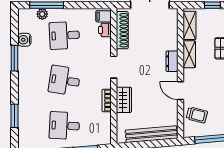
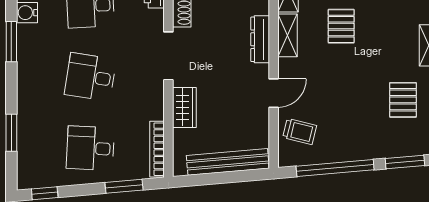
dresser: (172, 61) -> (260, 39), width x1.44
doorway: (114, 67) -> (168, 56), width x1.38
door: (180, 91) -> (274, 93), swing flipped
bookcase: (107, 101) -> (157, 149), moved, width x1.56

